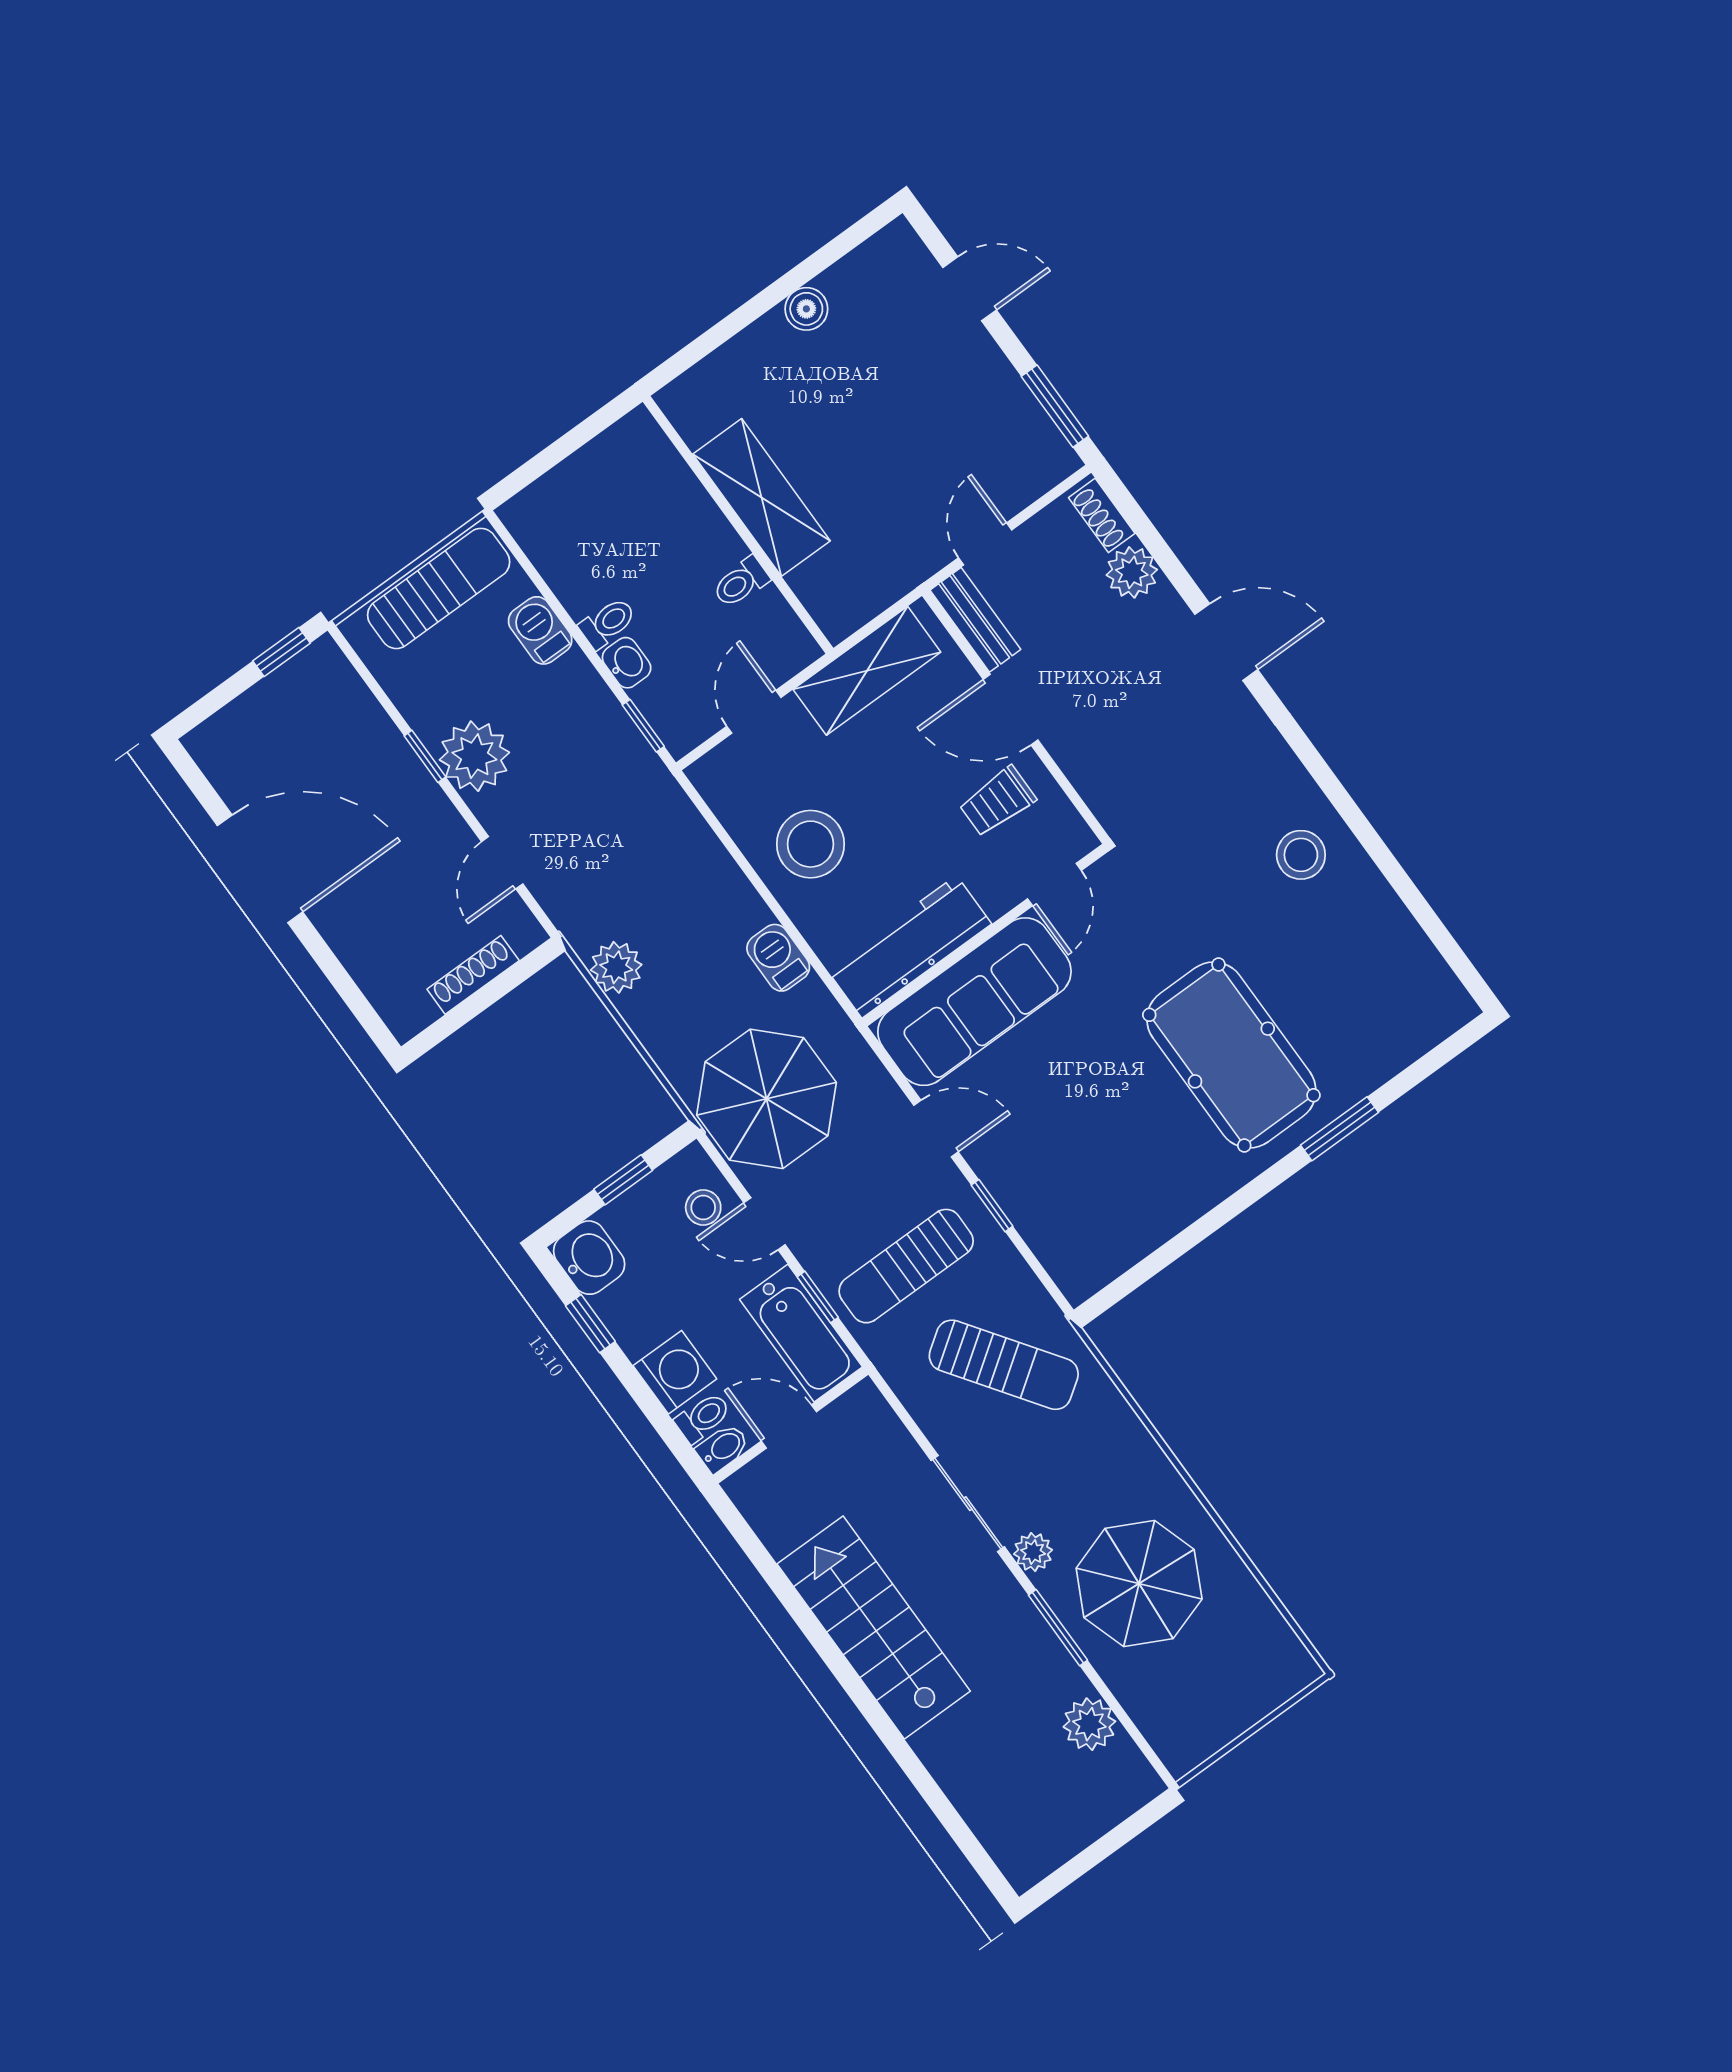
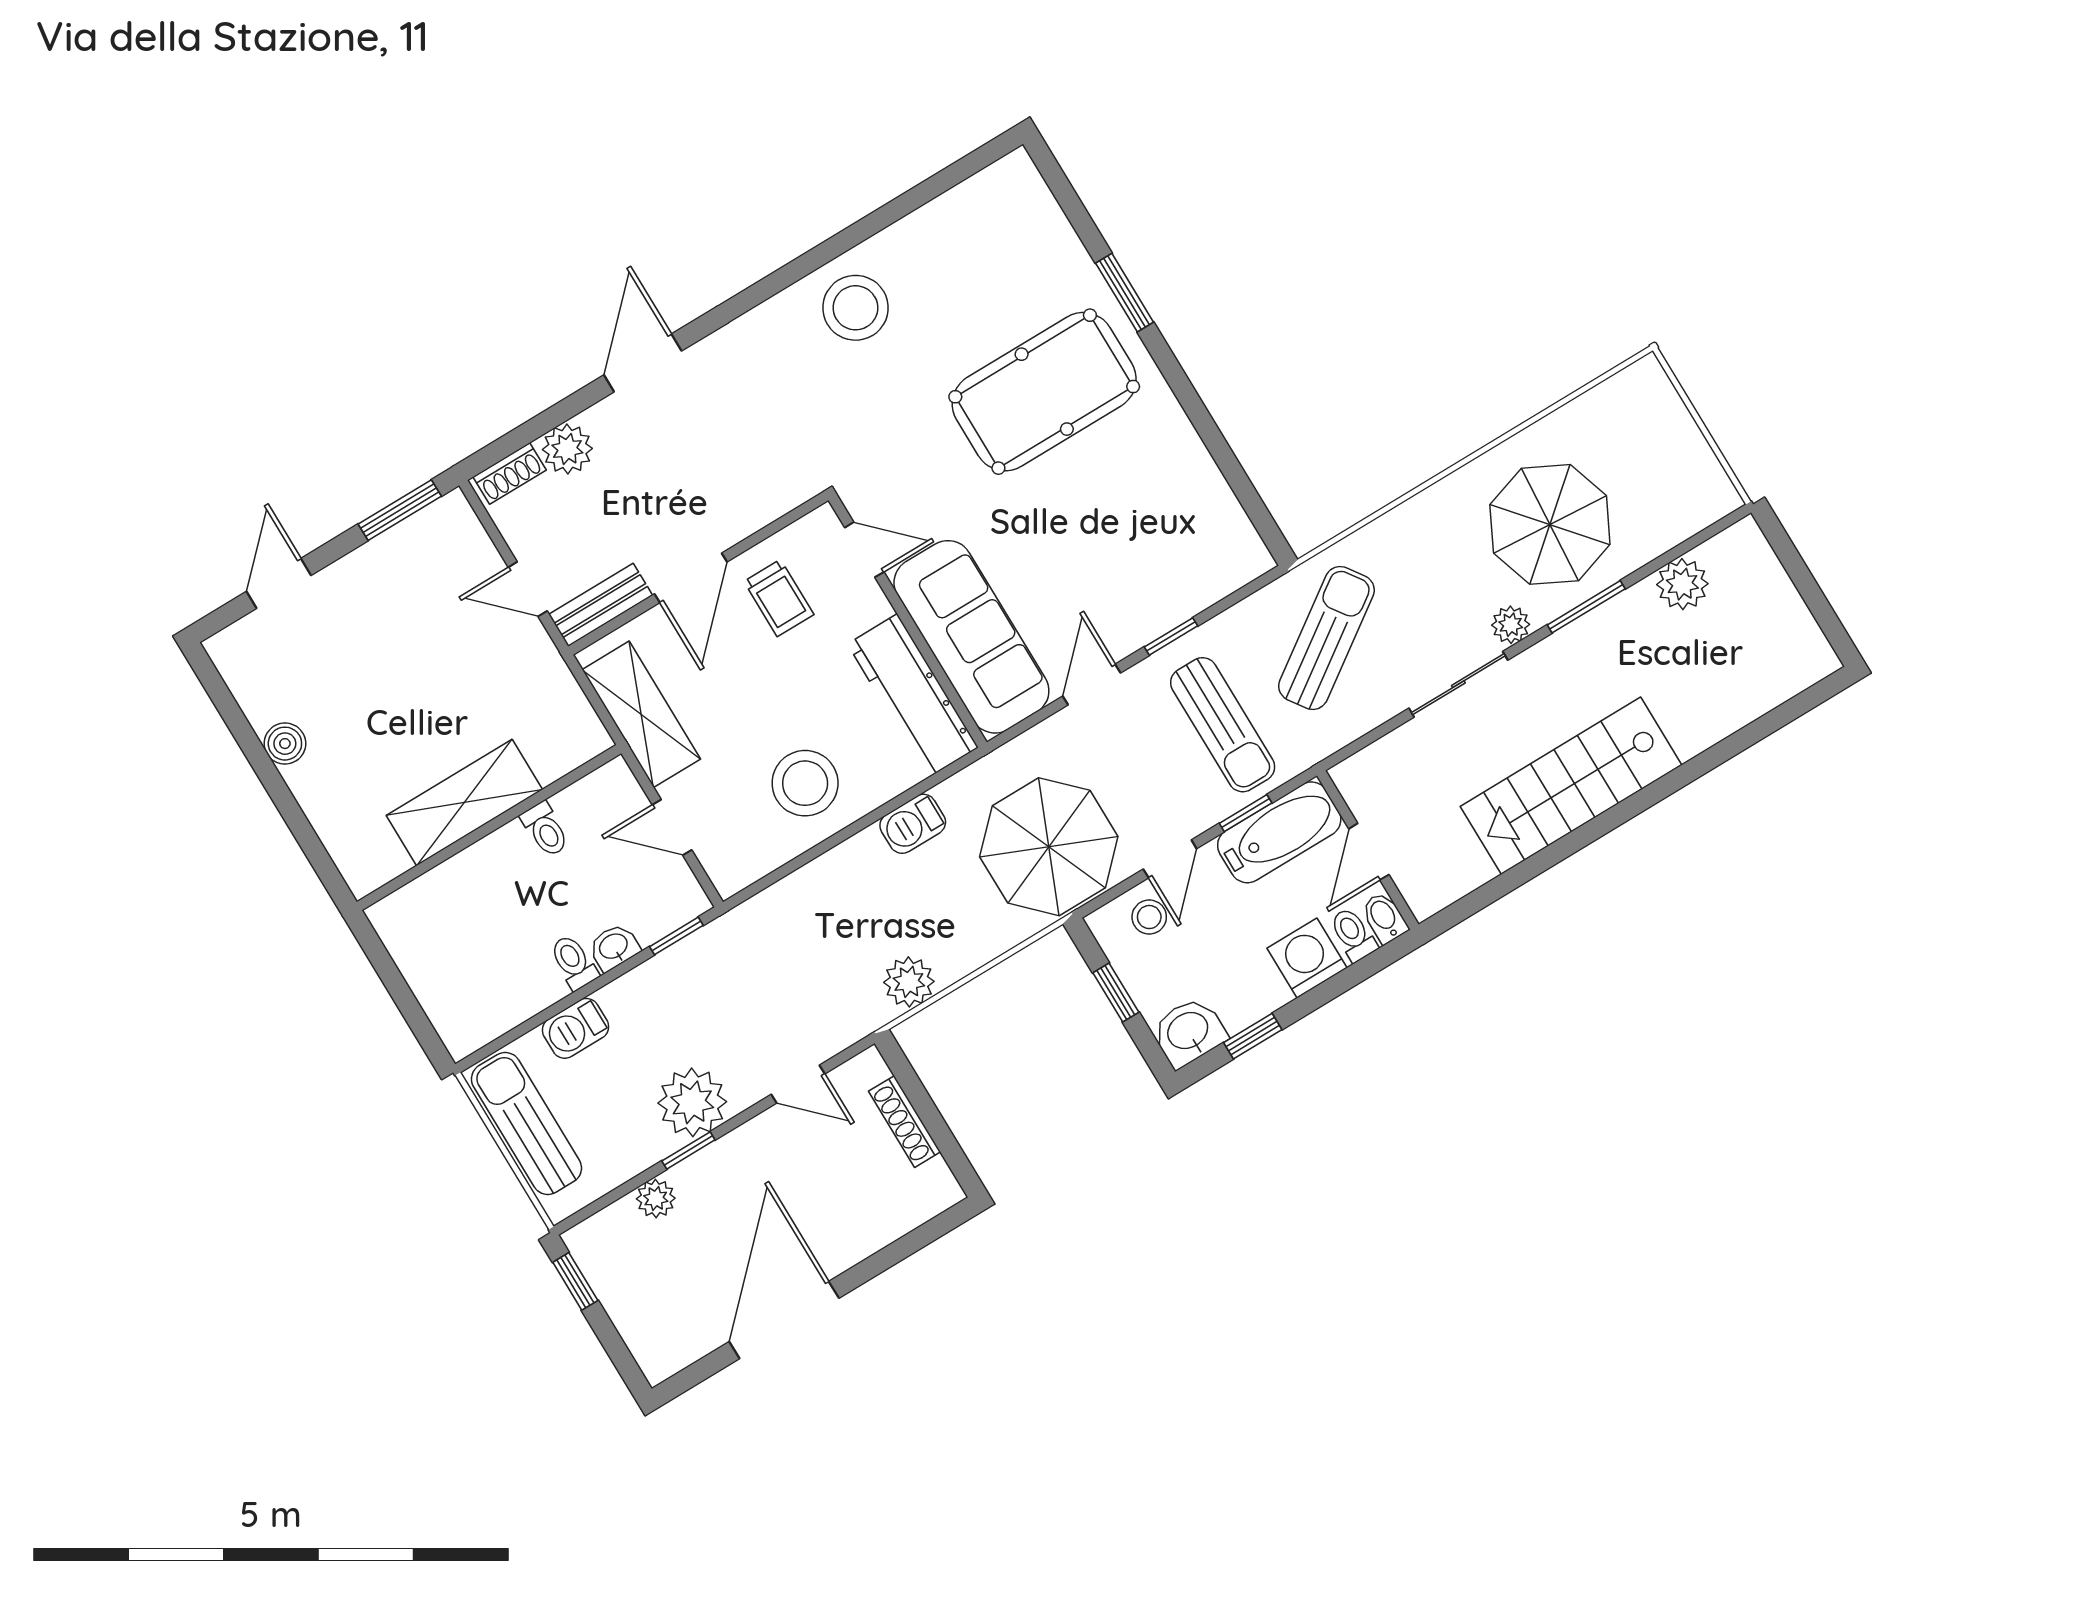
plant: (373, 727) -> (656, 1199), added
stool: (1301, 855) -> (856, 308), width x1.38, depth x1.38

